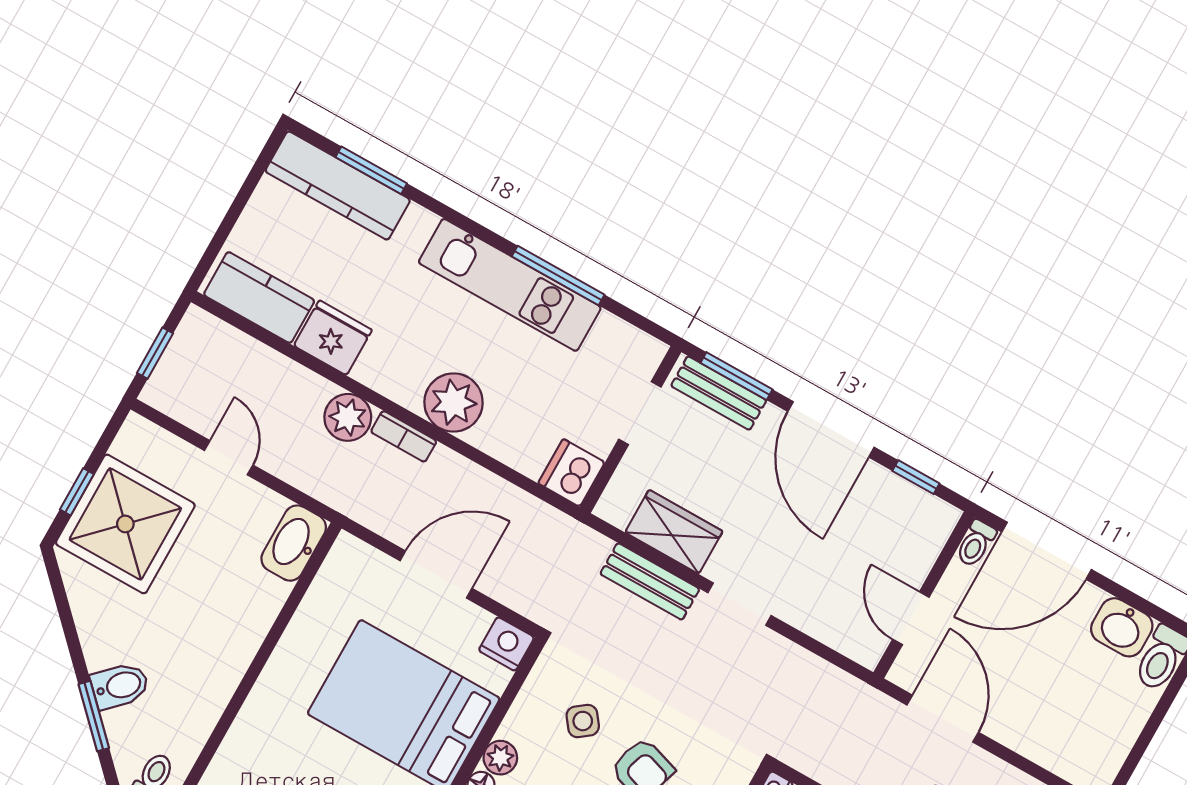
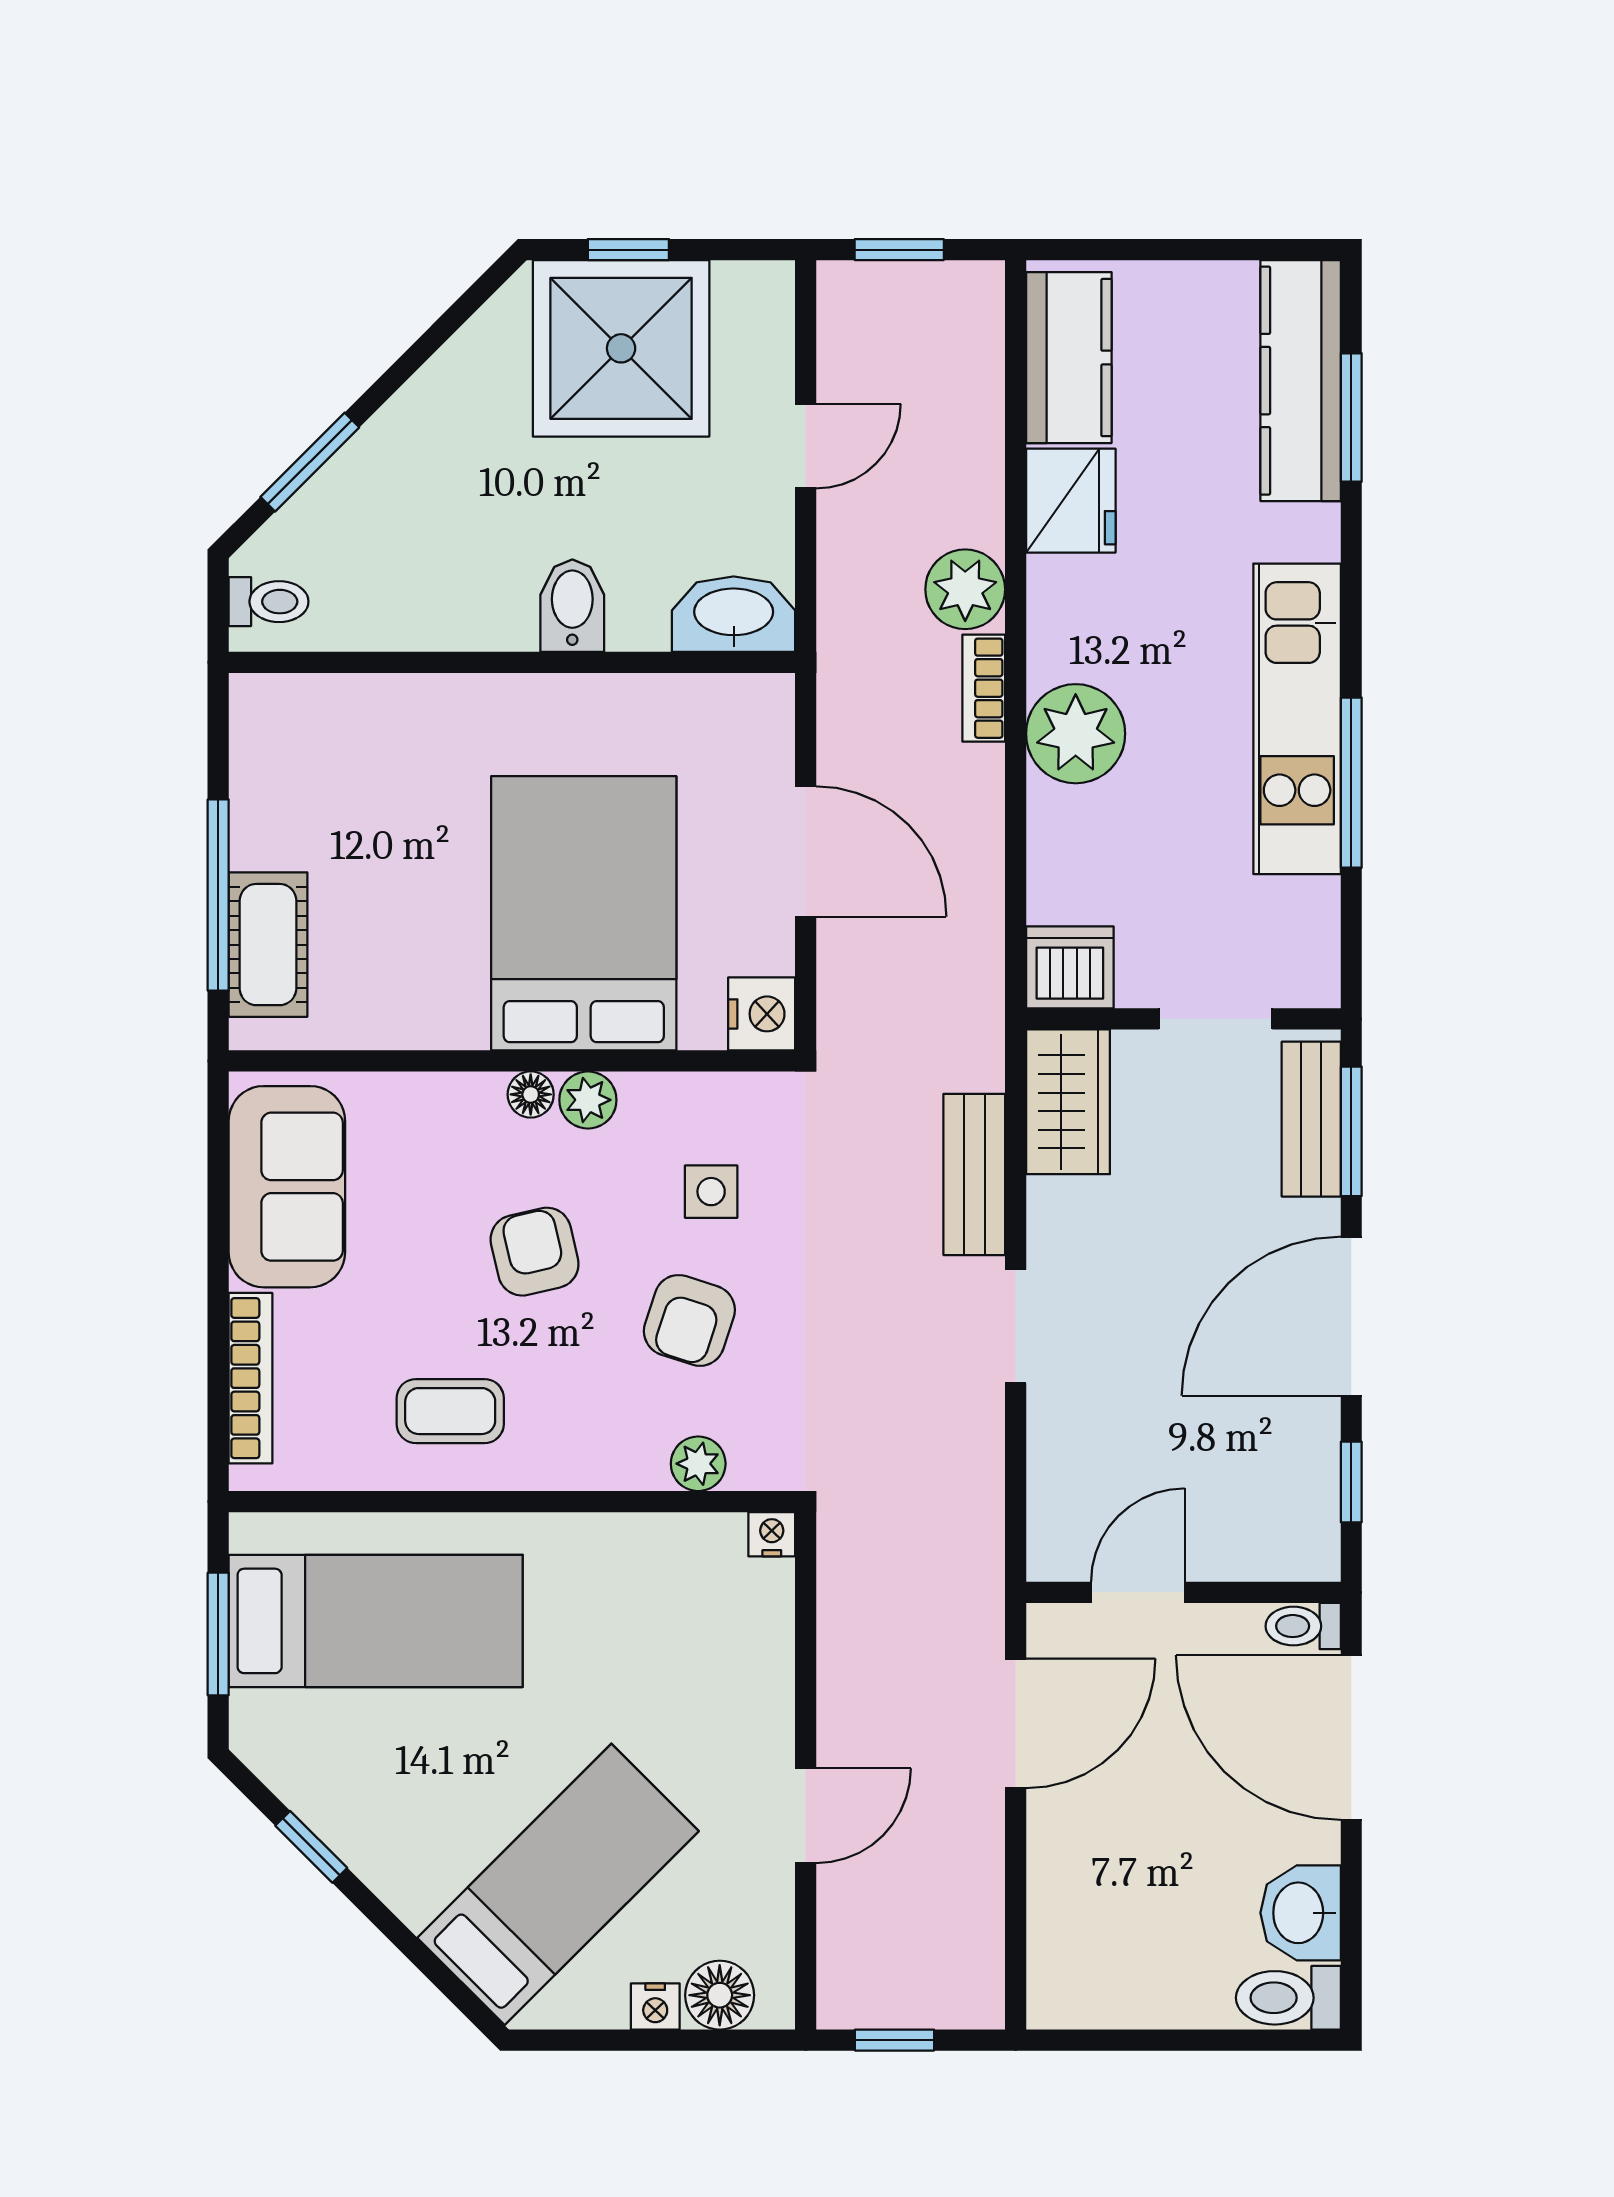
wardrobe: (674, 532) -> (1068, 1102), moved
bidet: (120, 686) -> (572, 606), moved, turned -135
side table: (583, 721) -> (711, 1192), turned 37

